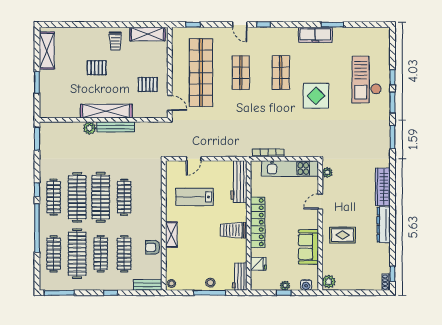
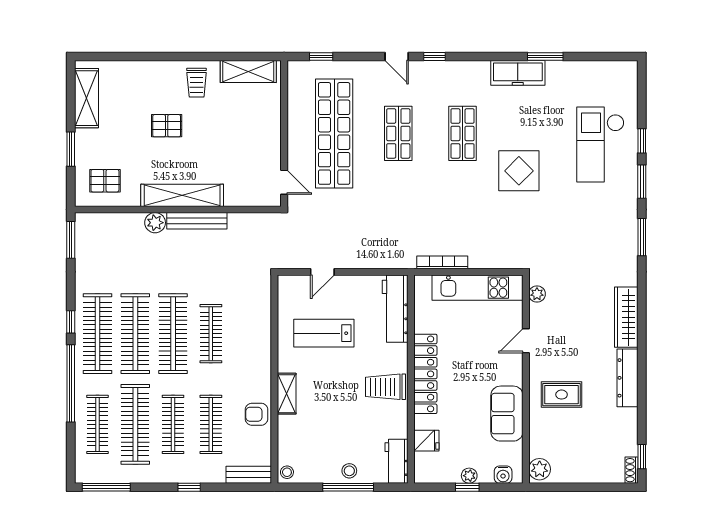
pallet: (148, 85) -> (105, 181), moved
clothes rail: (54, 197) -> (98, 334), width x1.37, depth x1.31

